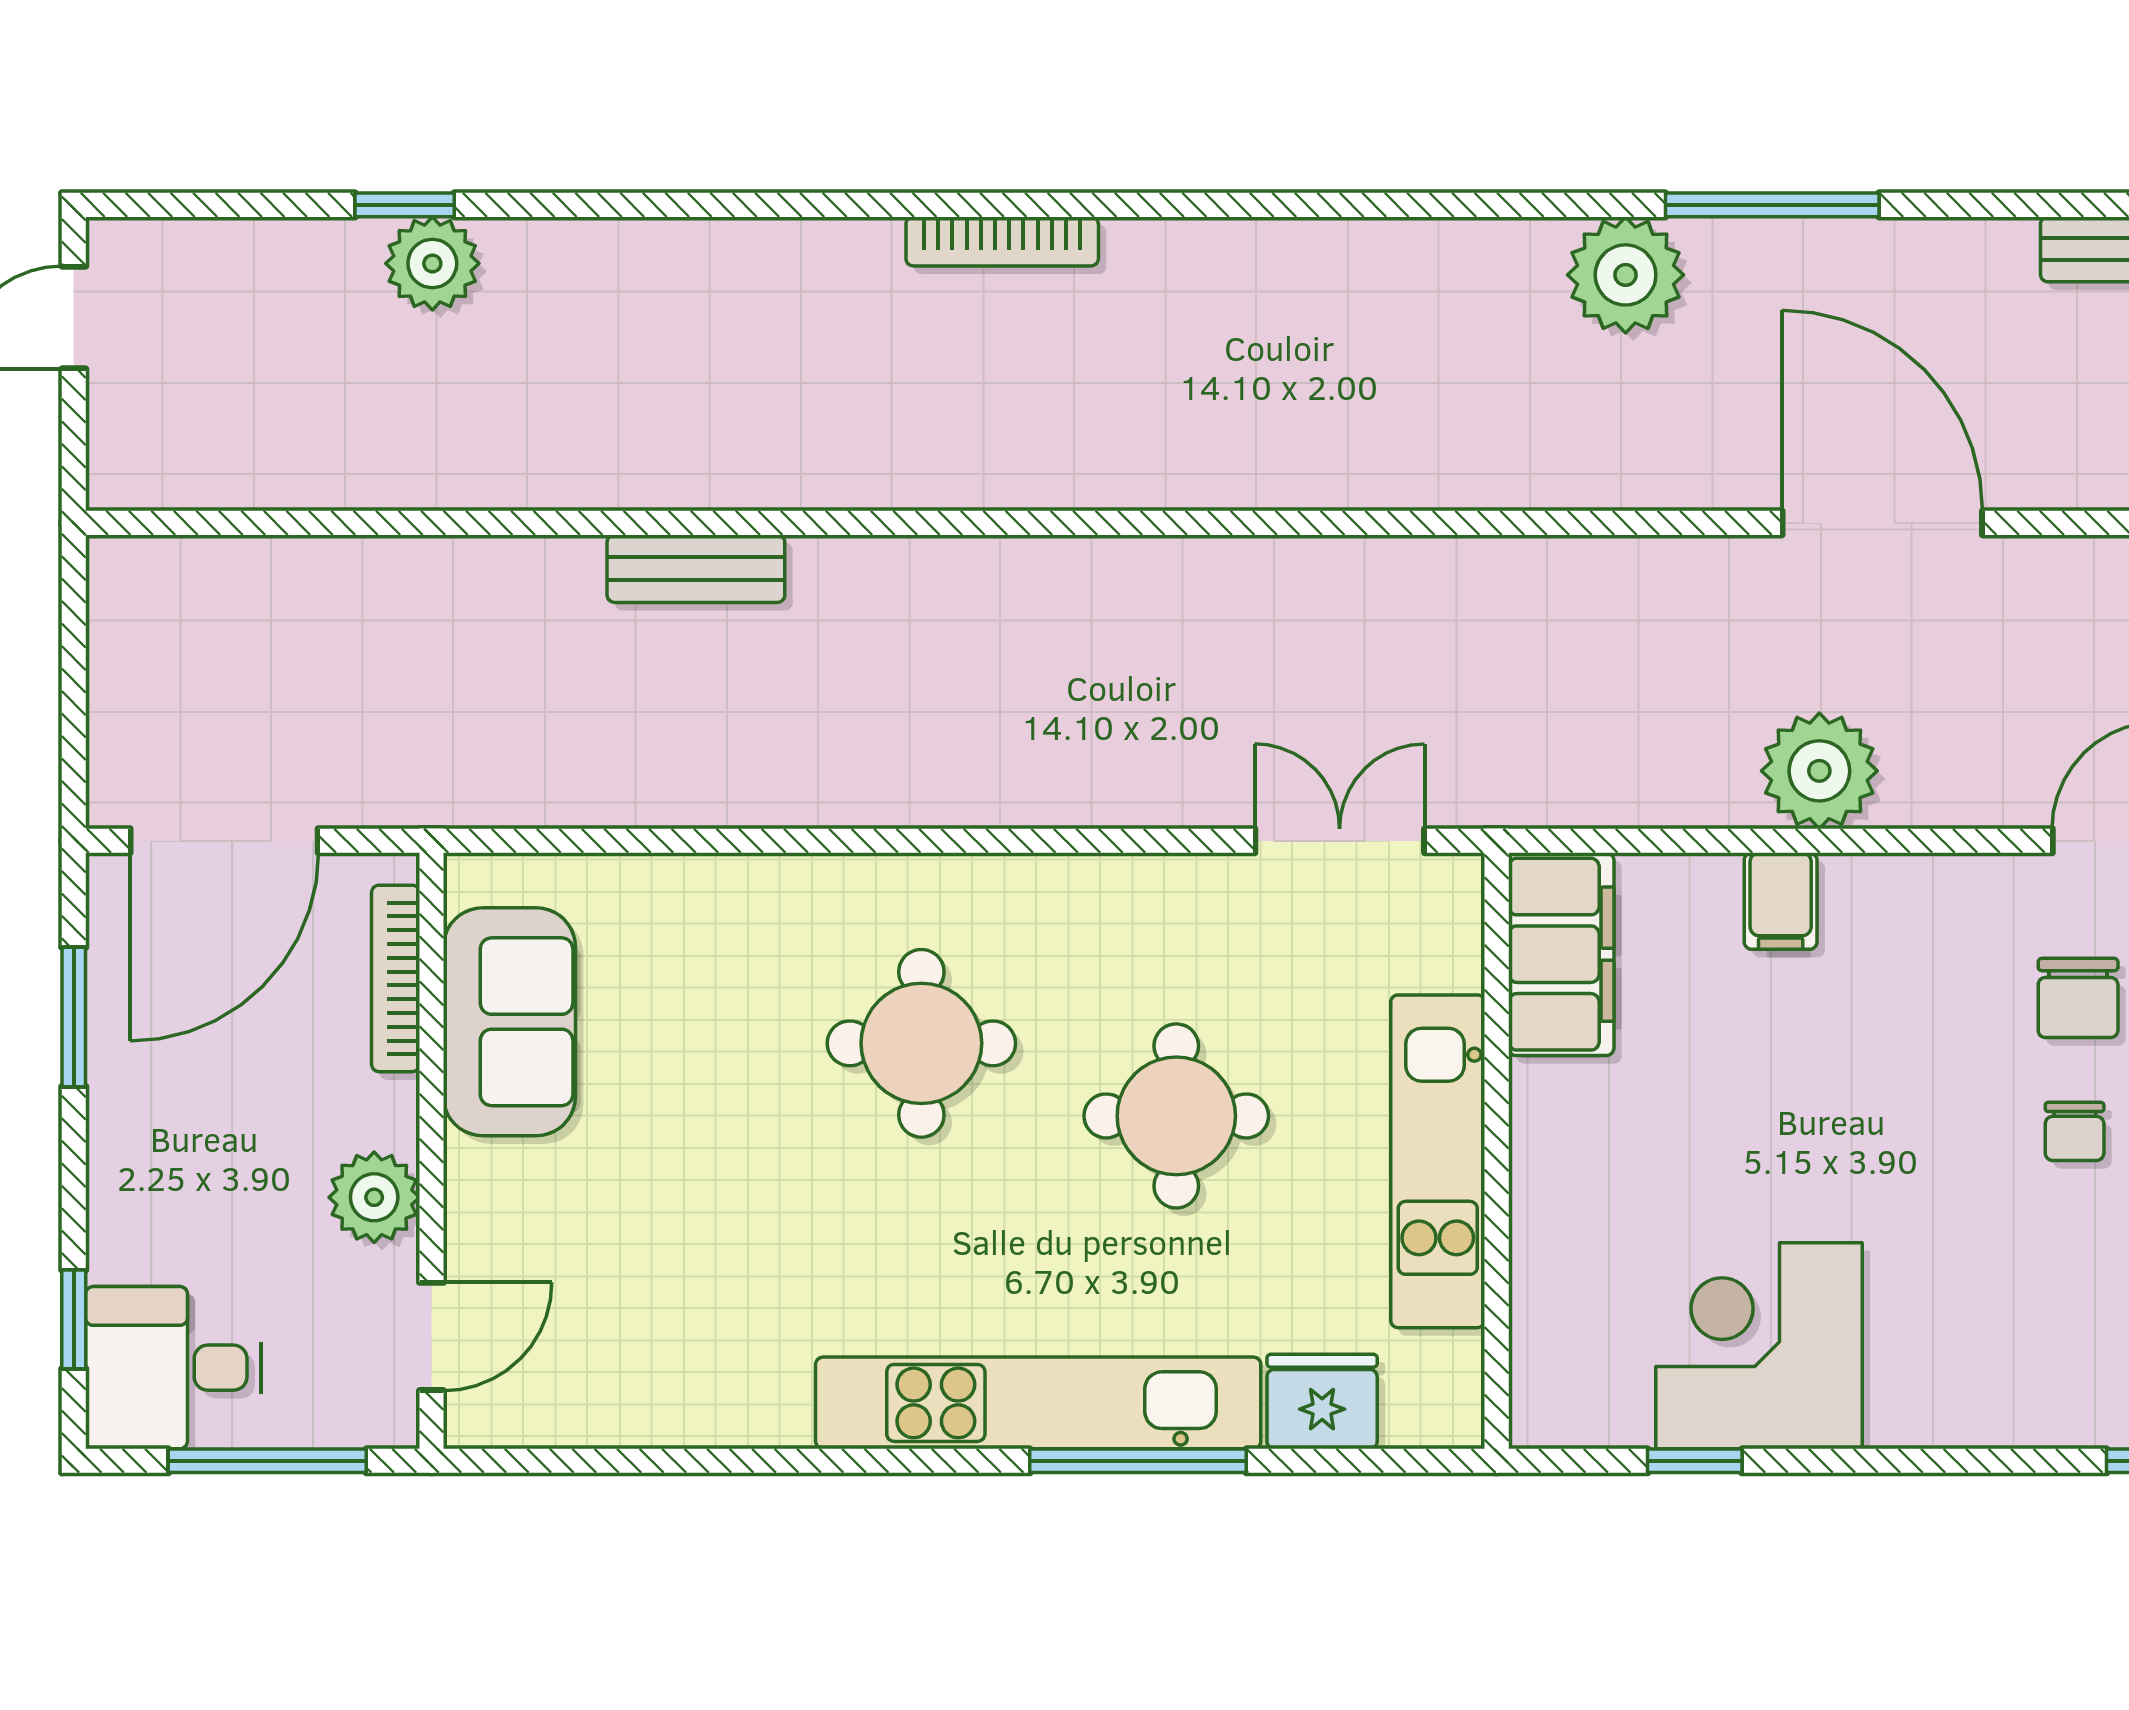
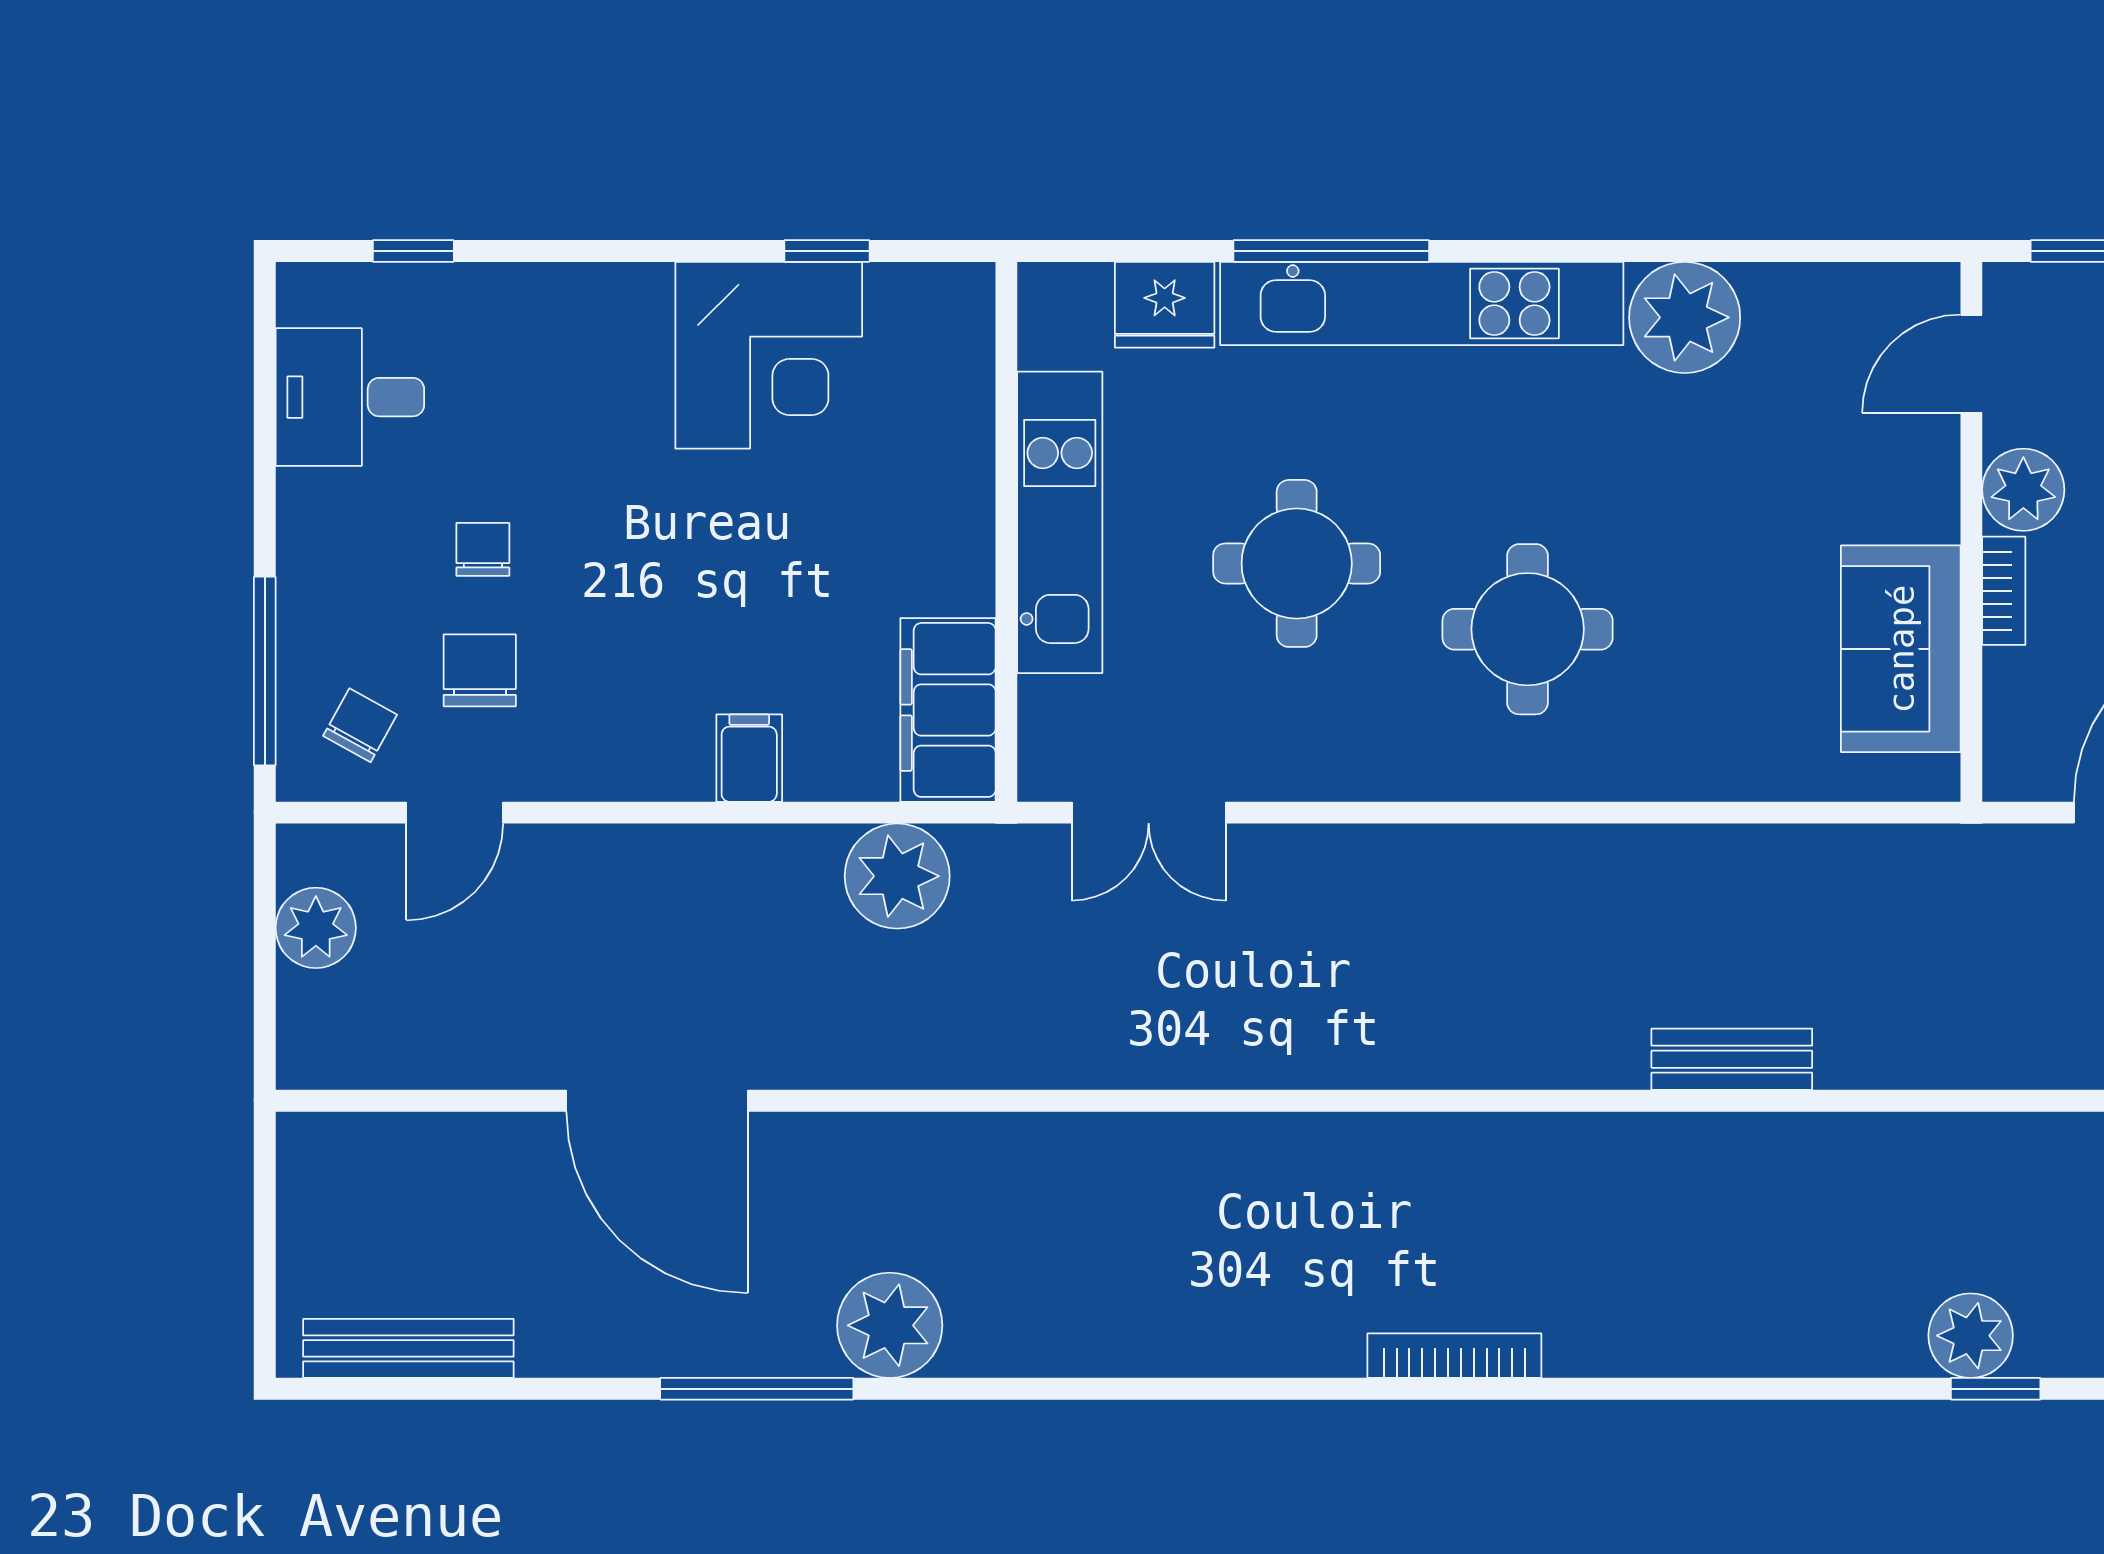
plant: (1819, 771) -> (897, 876), moved
bookcase: (396, 978) -> (2004, 591), moved, width x0.64
plant: (748, 1388) -> (1685, 317), added

